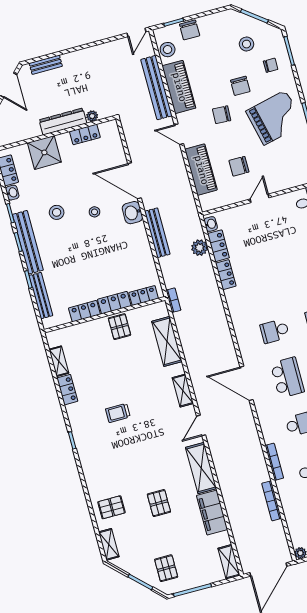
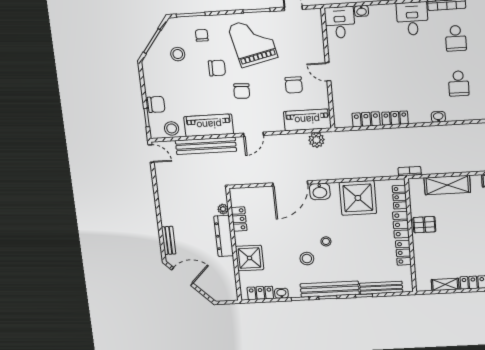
piano: (201, 170) -> (307, 120), moved
stool: (94, 212) -> (326, 241), moved
washbasin: (211, 224) -> (438, 117), moved
bench: (157, 233) -> (343, 173), removed
plant: (200, 248) -> (316, 140), moved
shower: (134, 253) -> (358, 198), added

